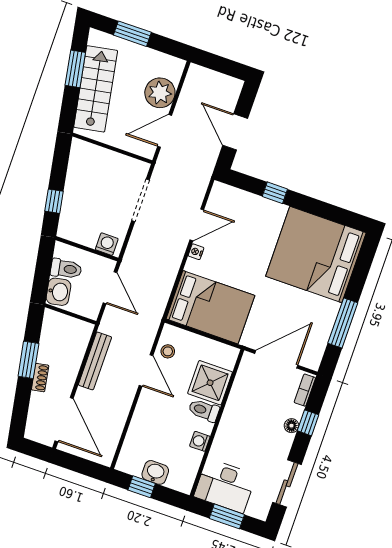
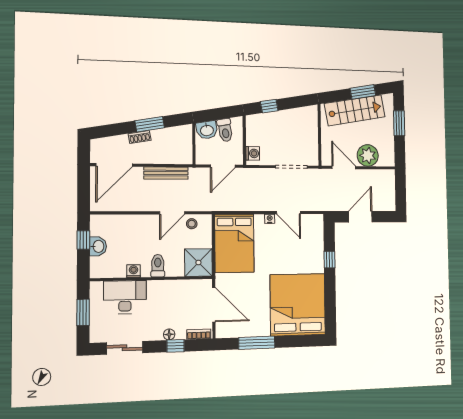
shower: (210, 383) -> (198, 263), moved
desk: (225, 486) -> (125, 297), moved, turned 90

